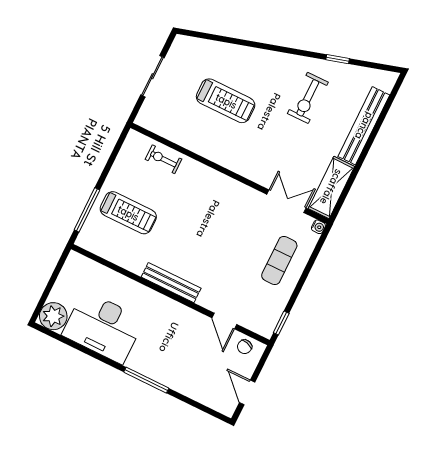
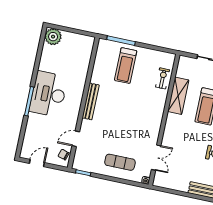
shelving: (331, 187) -> (178, 96), moved, turned 90
desk: (103, 327) -> (48, 94), moved

